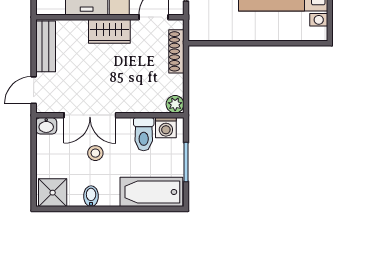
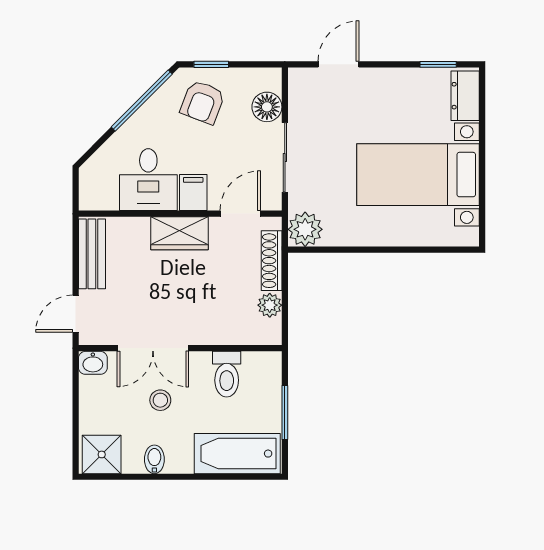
plant: (201, 28) -> (305, 229), added
plant: (175, 104) -> (270, 305), moved
washing machine: (166, 128) -> (257, 365), removed

